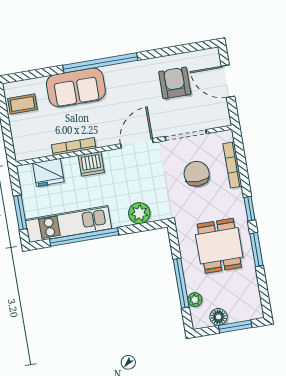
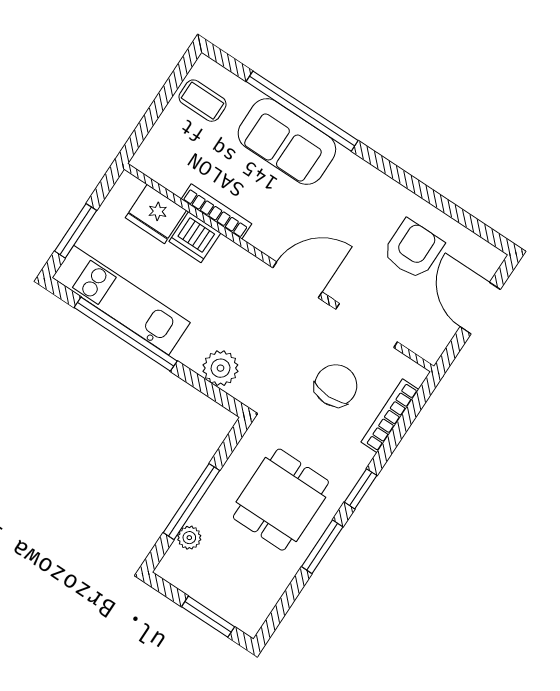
window: (100, 63) -> (302, 111), moved
dishwasher: (91, 164) -> (195, 237), moved
floor lamp: (219, 317) -> (199, 586), removed

